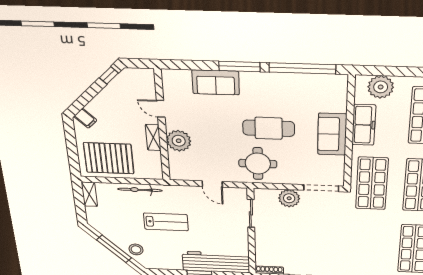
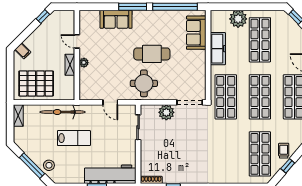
plant: (381, 87) -> (238, 19), moved
sofa: (332, 134) -> (196, 33), moved
plant: (179, 141) -> (84, 63), width x0.53, depth x0.53
bicycle: (140, 190) -> (63, 112), width x1.37, depth x1.40

